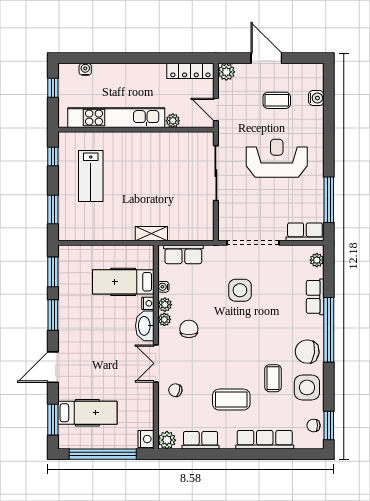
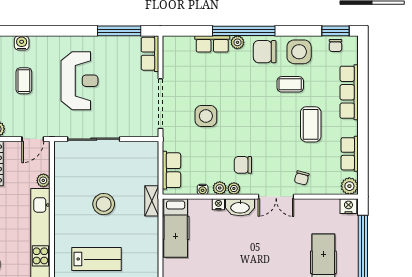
reception desk: (277, 158) -> (79, 81), turned 180
stool: (148, 184) -> (104, 204), added
plant: (317, 260) -> (237, 42), moved
hospital bed: (123, 282) -> (176, 228), moved
chair: (307, 352) -> (265, 52), turned 83

